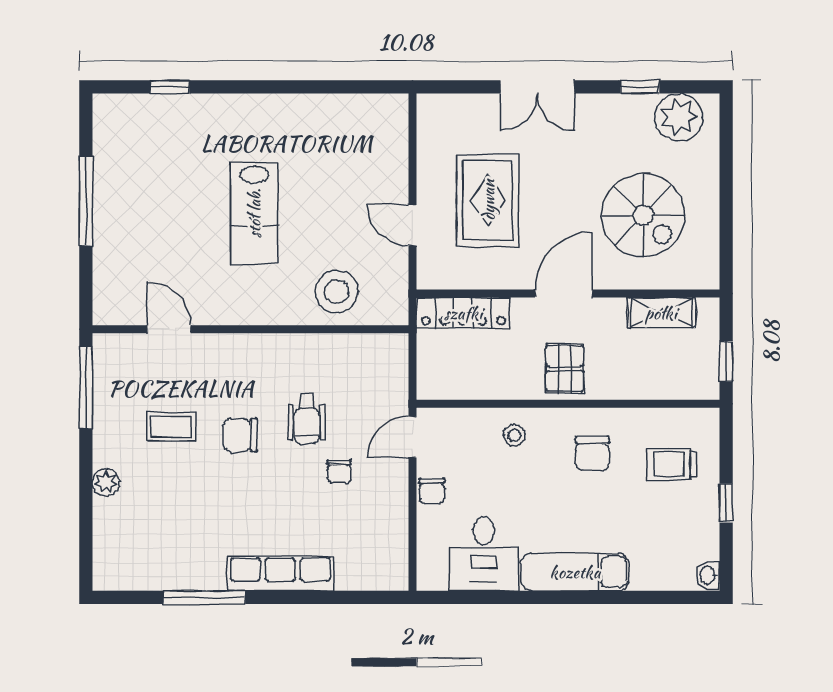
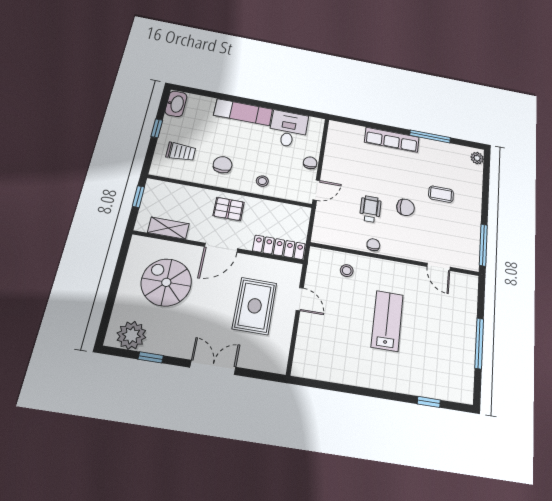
stool: (337, 292) -> (347, 271), width x0.53, depth x0.53
pallet: (565, 369) -> (229, 209), turned 90
coffee table: (171, 427) -> (441, 194), moved
chair: (339, 472) -> (373, 245), moved
plant: (106, 482) -> (477, 158), moved
washbasin: (708, 575) -> (176, 104), width x1.91, depth x1.45

